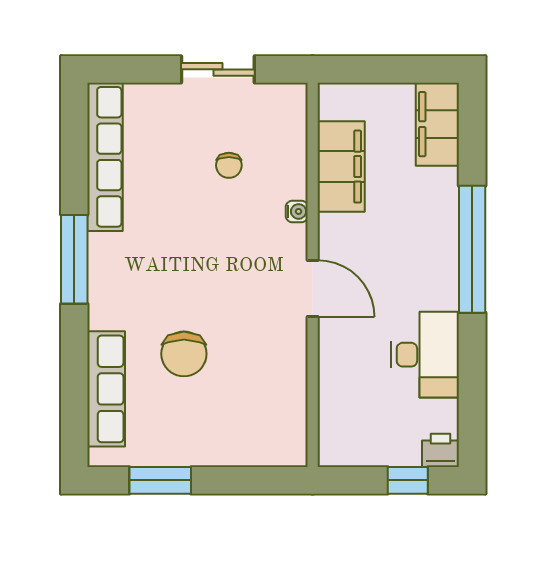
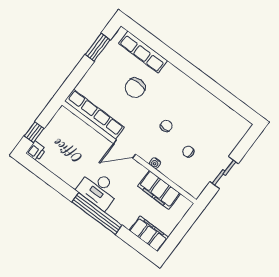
row of seats: (105, 157) -> (94, 114), moved, turned 180
chair: (212, 243) -> (166, 126), added
window: (74, 259) -> (196, 74), removed
chair: (184, 354) -> (135, 88), turned -90
desk: (425, 355) -> (98, 189), moved

